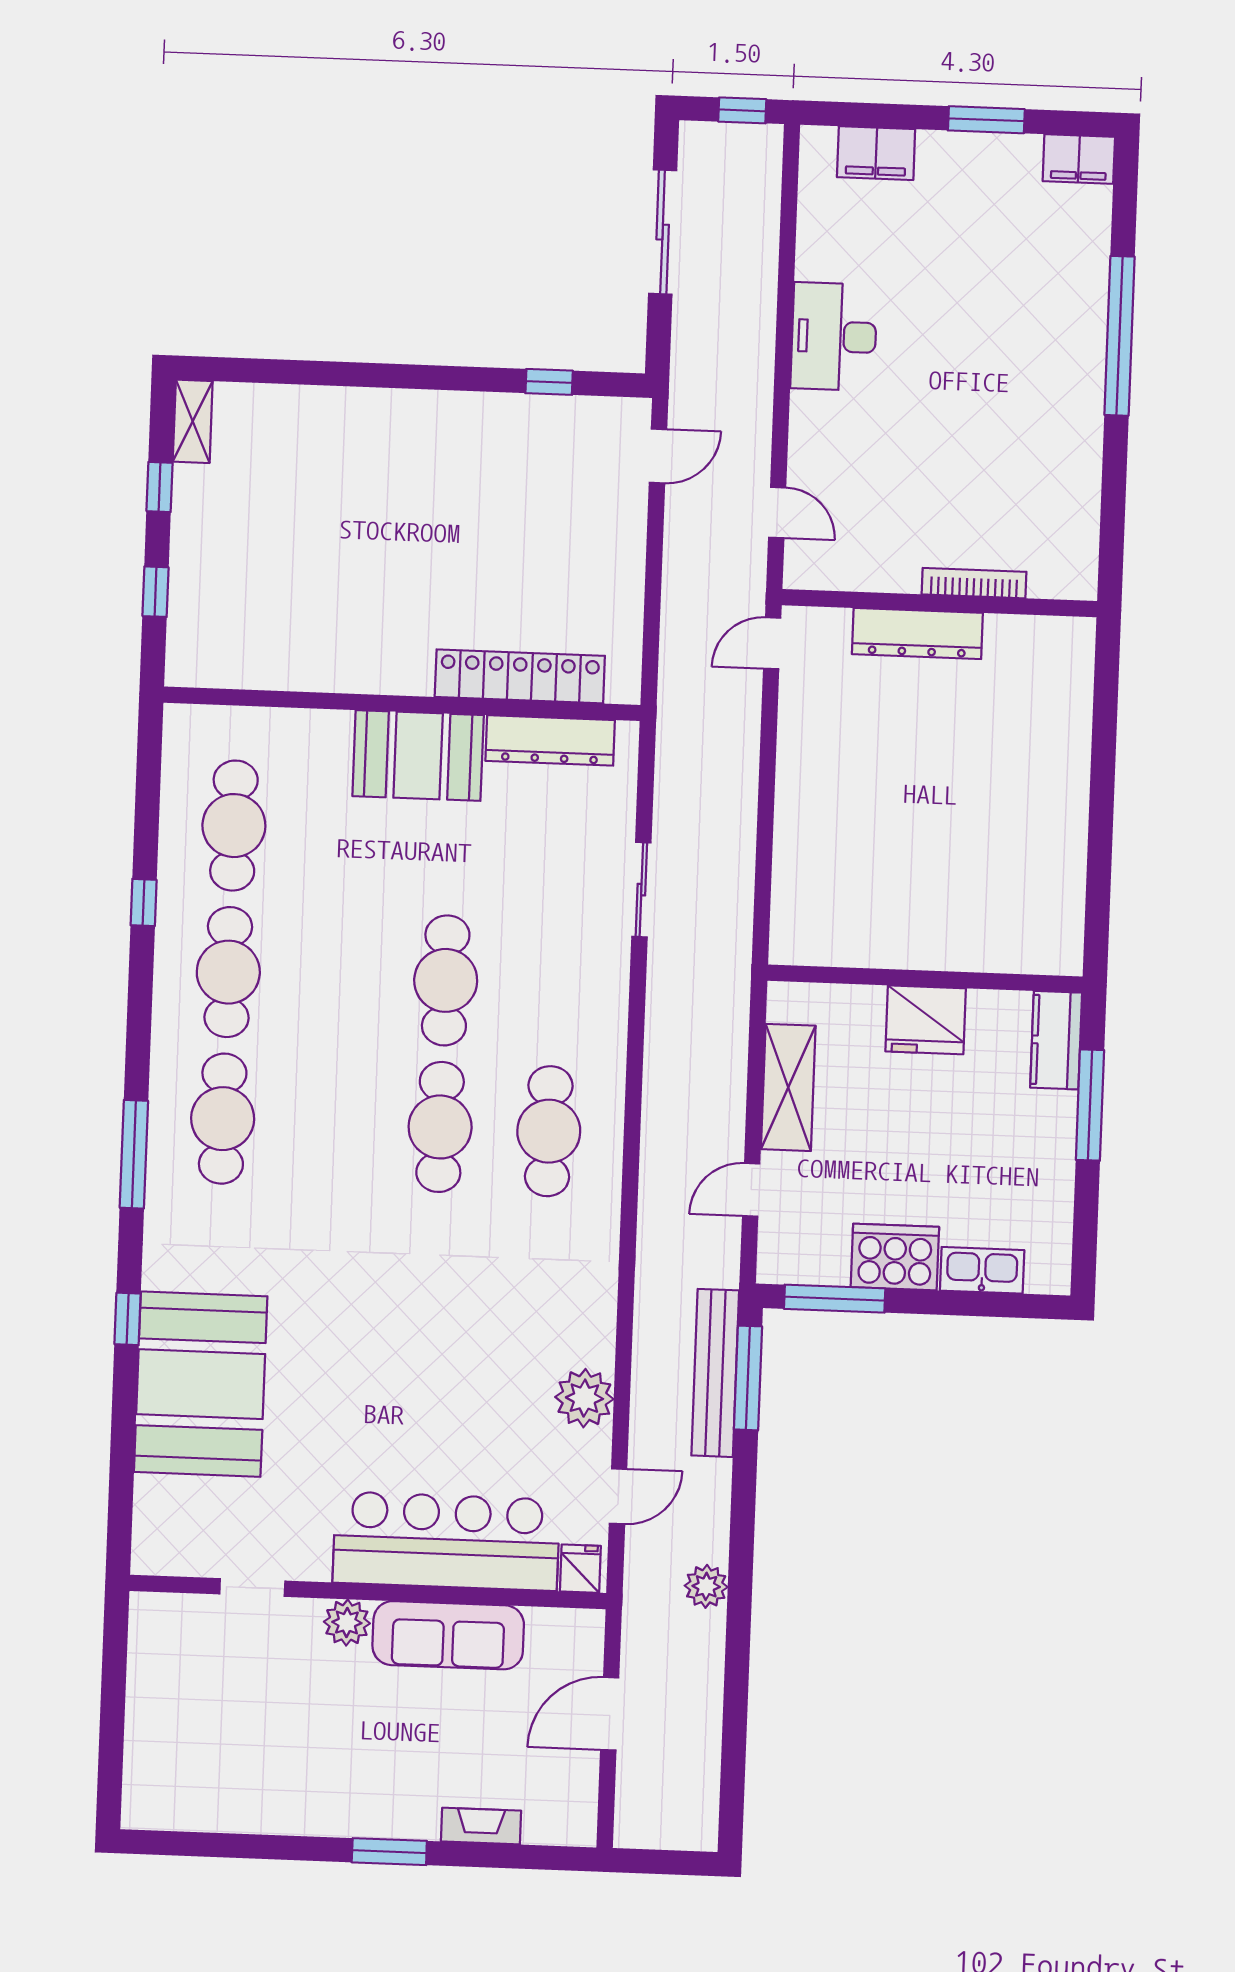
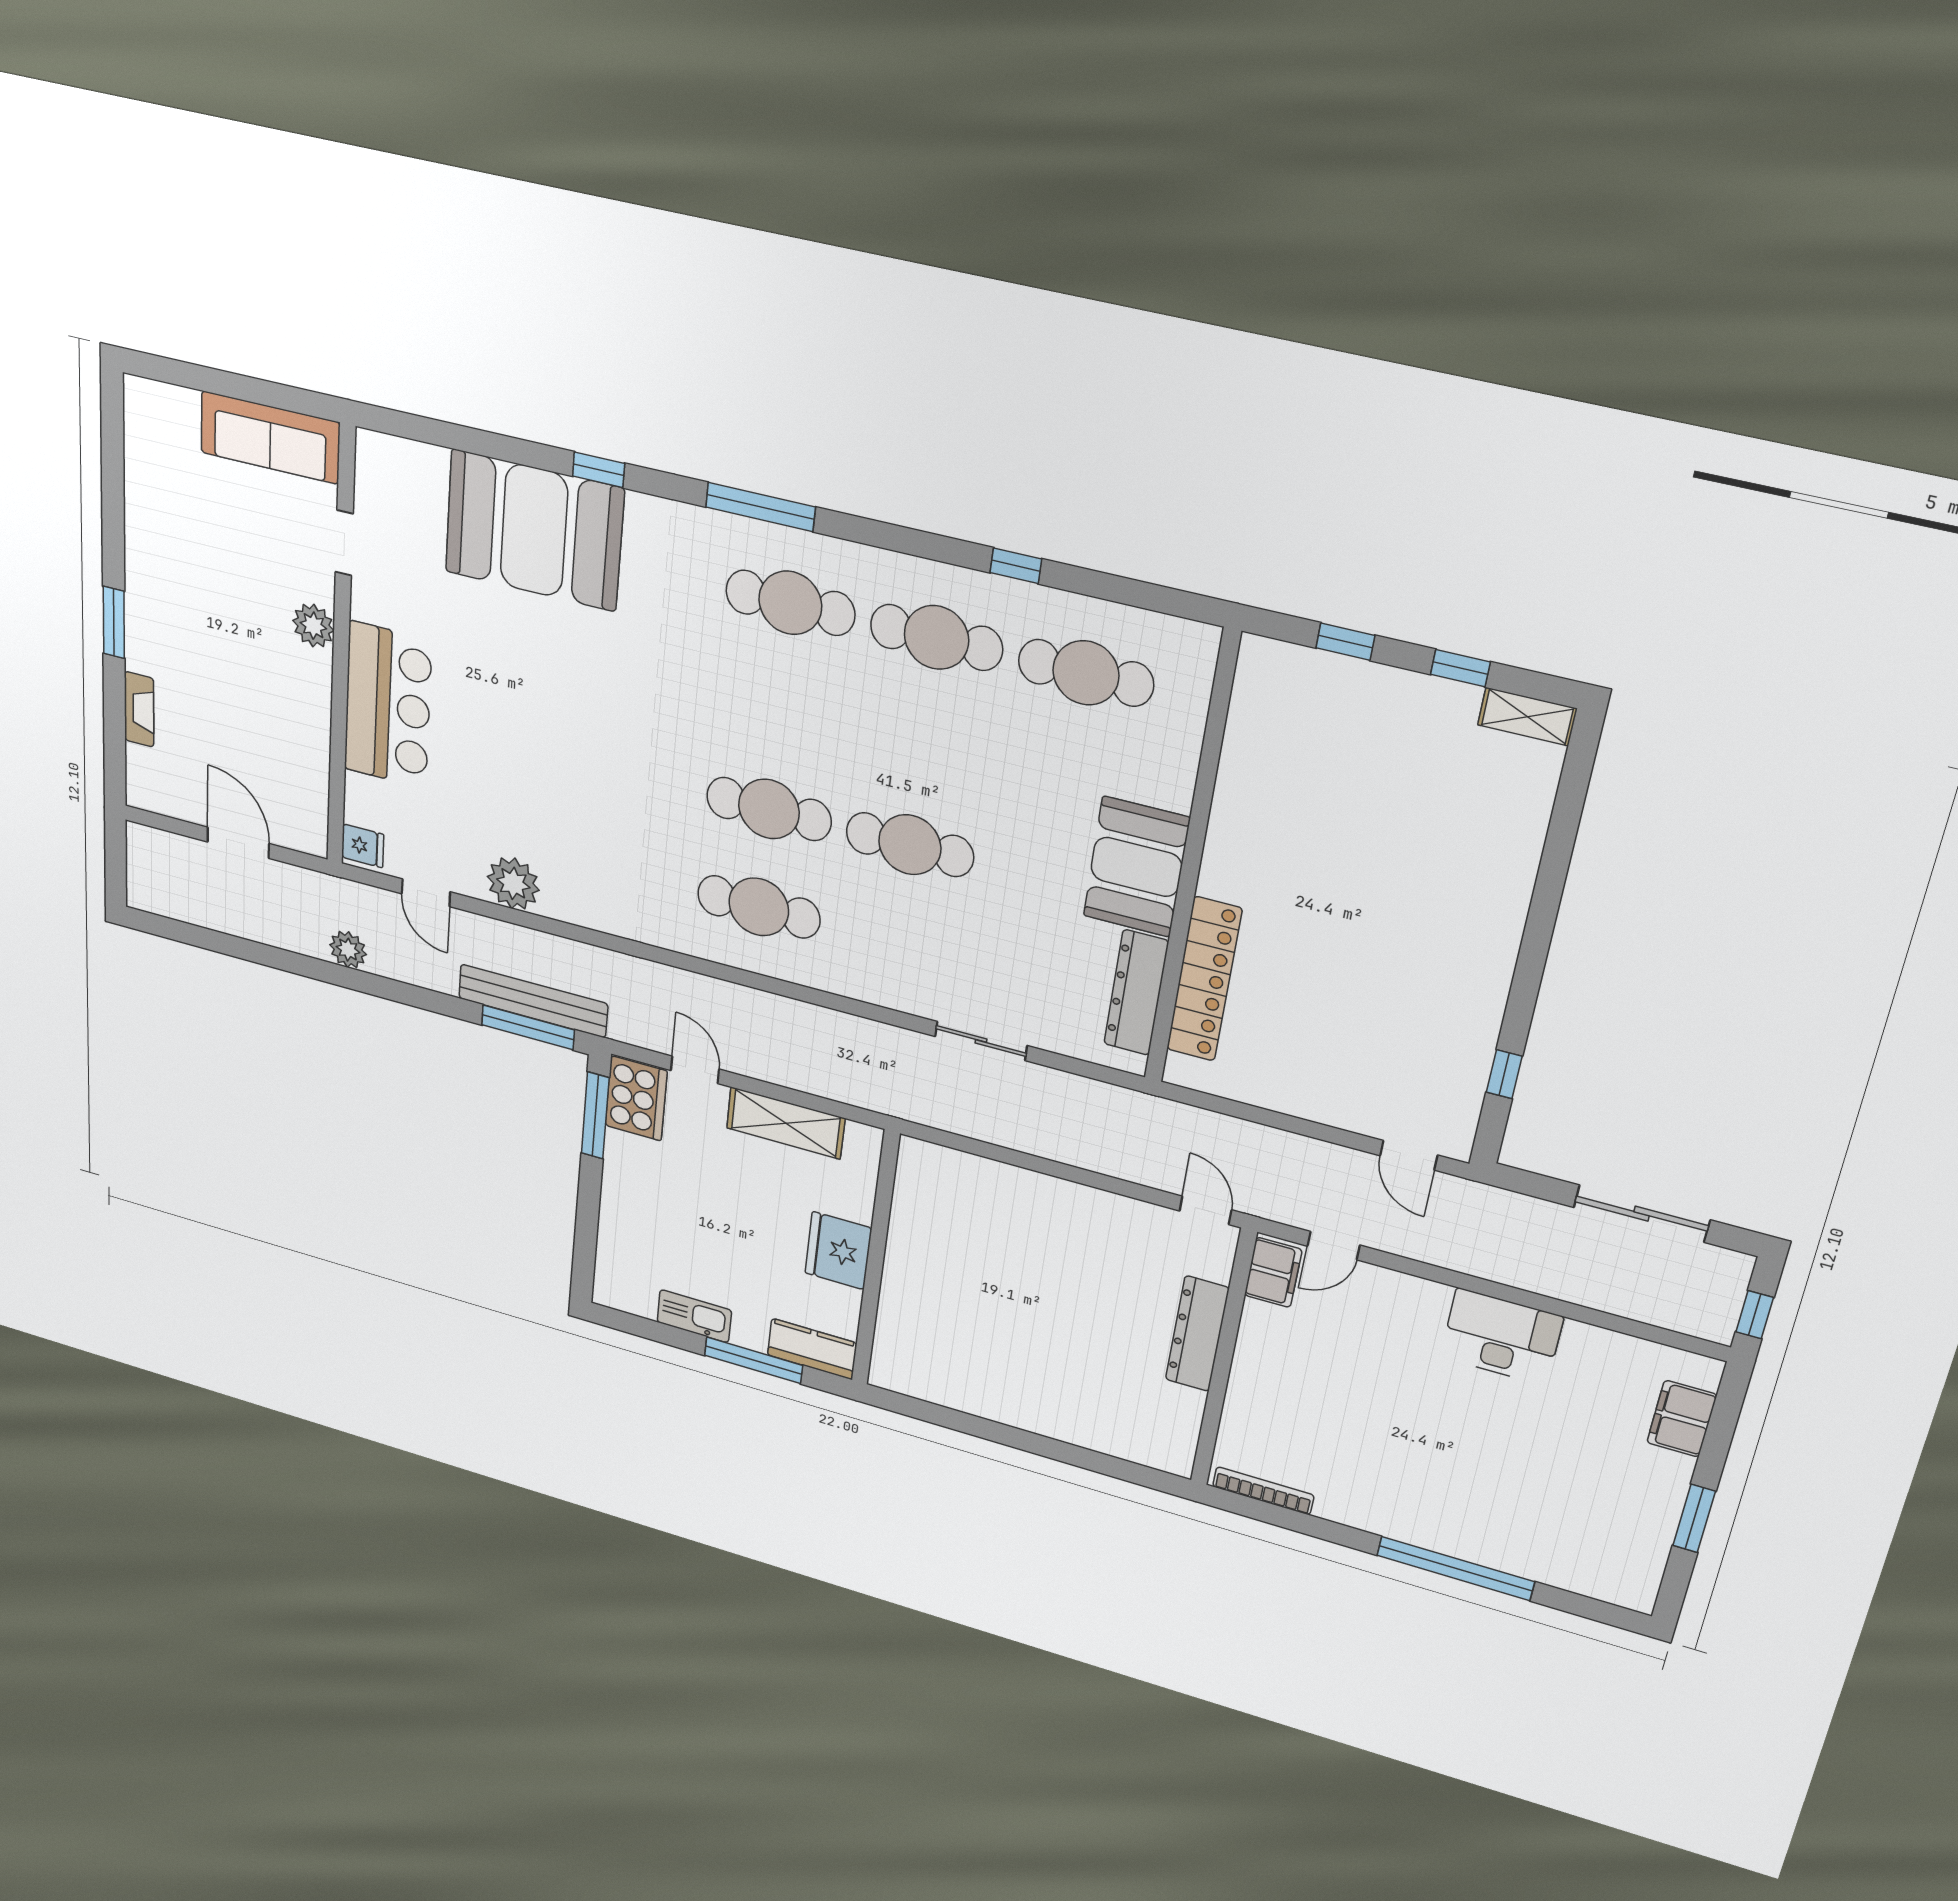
filing cabinet: (1079, 159) -> (1273, 1272), moved, turned 180
bookcase: (974, 583) -> (1263, 1491), moved, turned -90
cooker: (895, 1257) -> (636, 1098), moved
kitchen sink: (982, 1270) -> (694, 1316), moved, turned -90
bar counter: (446, 1541) -> (388, 705), width x0.73
sofa: (448, 1635) -> (270, 438), moved, turned -90

